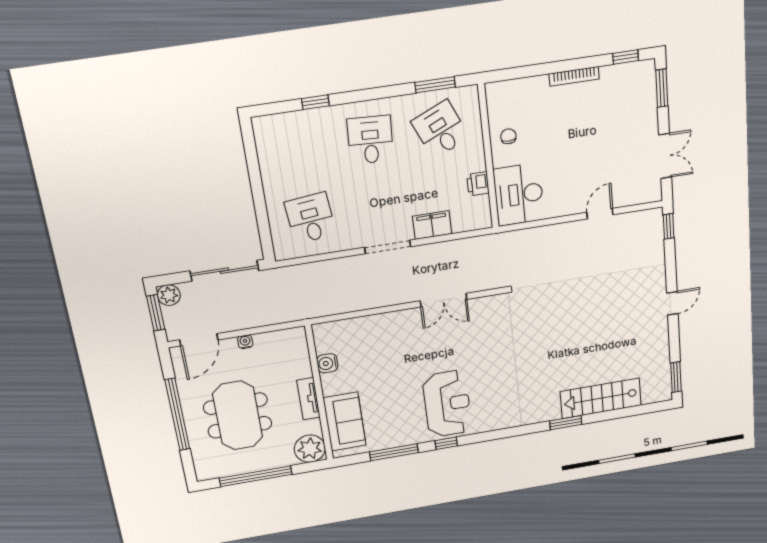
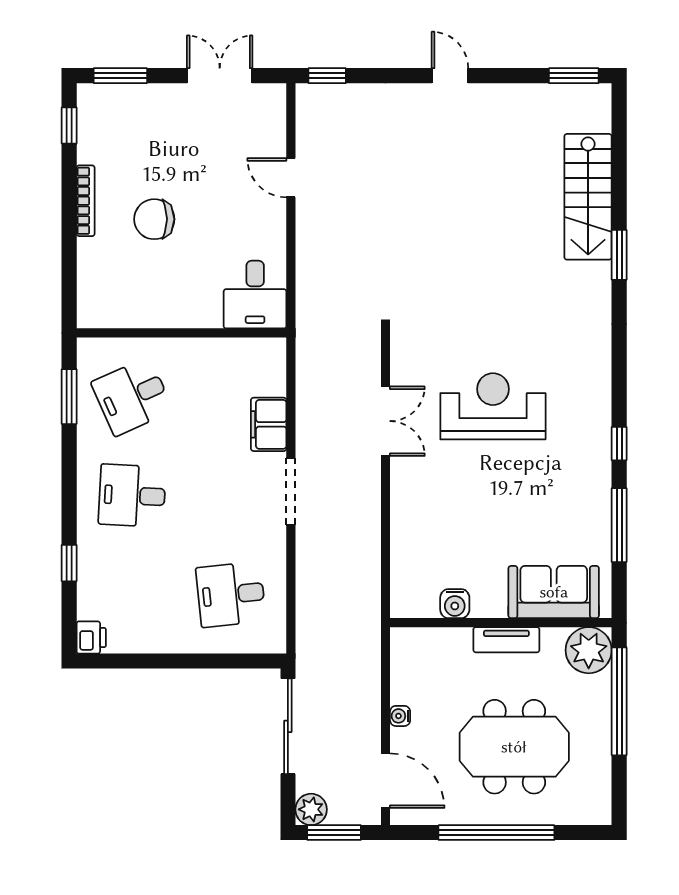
chair: (508, 136) -> (154, 219), moved, width x1.87, depth x1.87
printer: (478, 184) -> (91, 638), moved, turned -90
desk: (519, 195) -> (255, 295), width x0.73
reception desk: (447, 404) -> (493, 406), moved
window: (256, 476) -> (619, 701), moved

